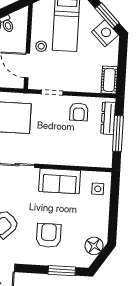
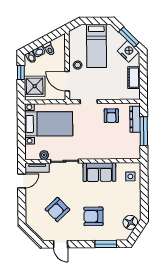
cot: (109, 80) -> (134, 78), moved
armchair: (49, 235) -> (93, 216), turned -90

